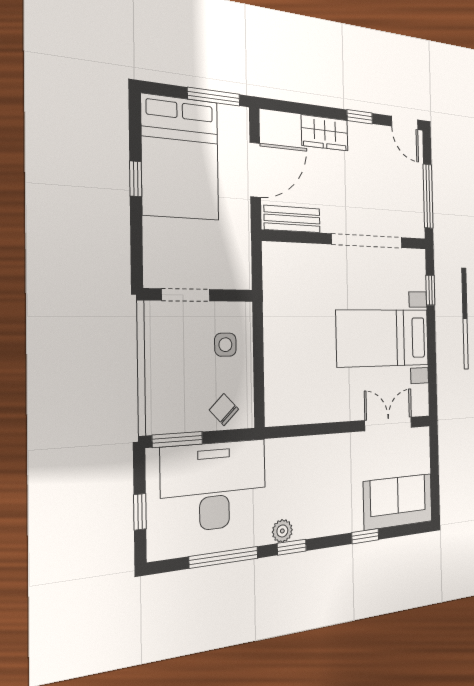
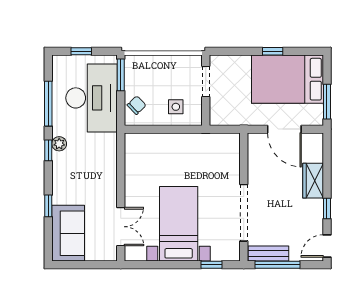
bench: (292, 219) -> (268, 253), moved, turned 90

